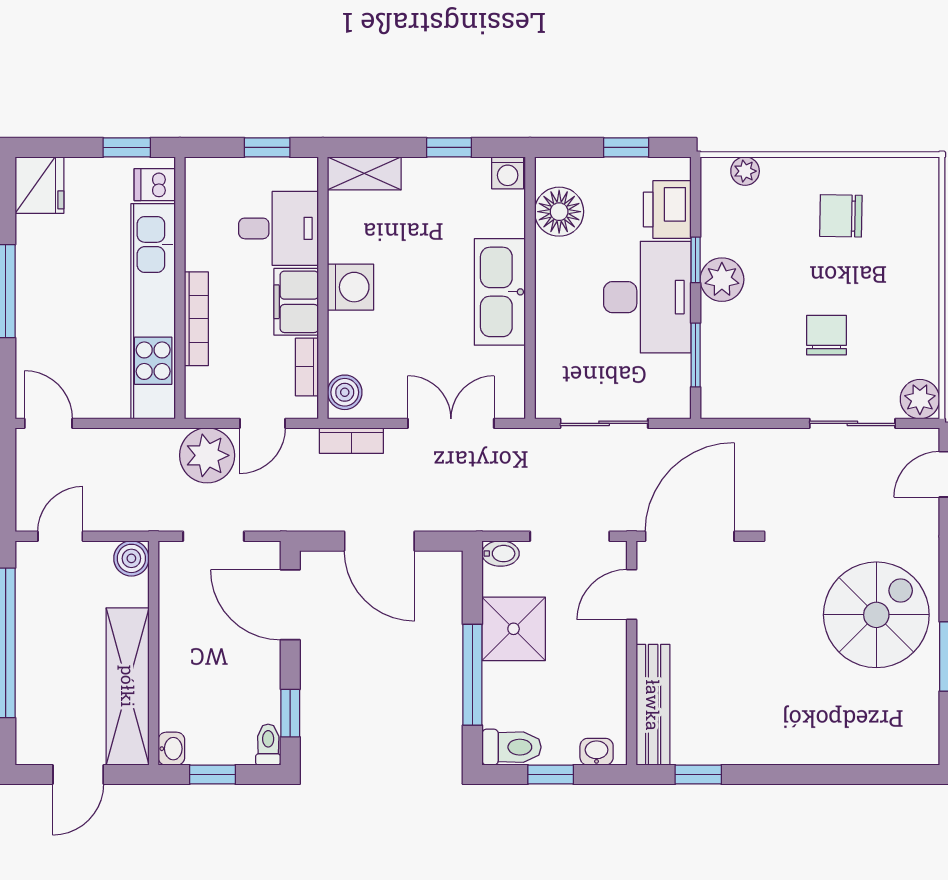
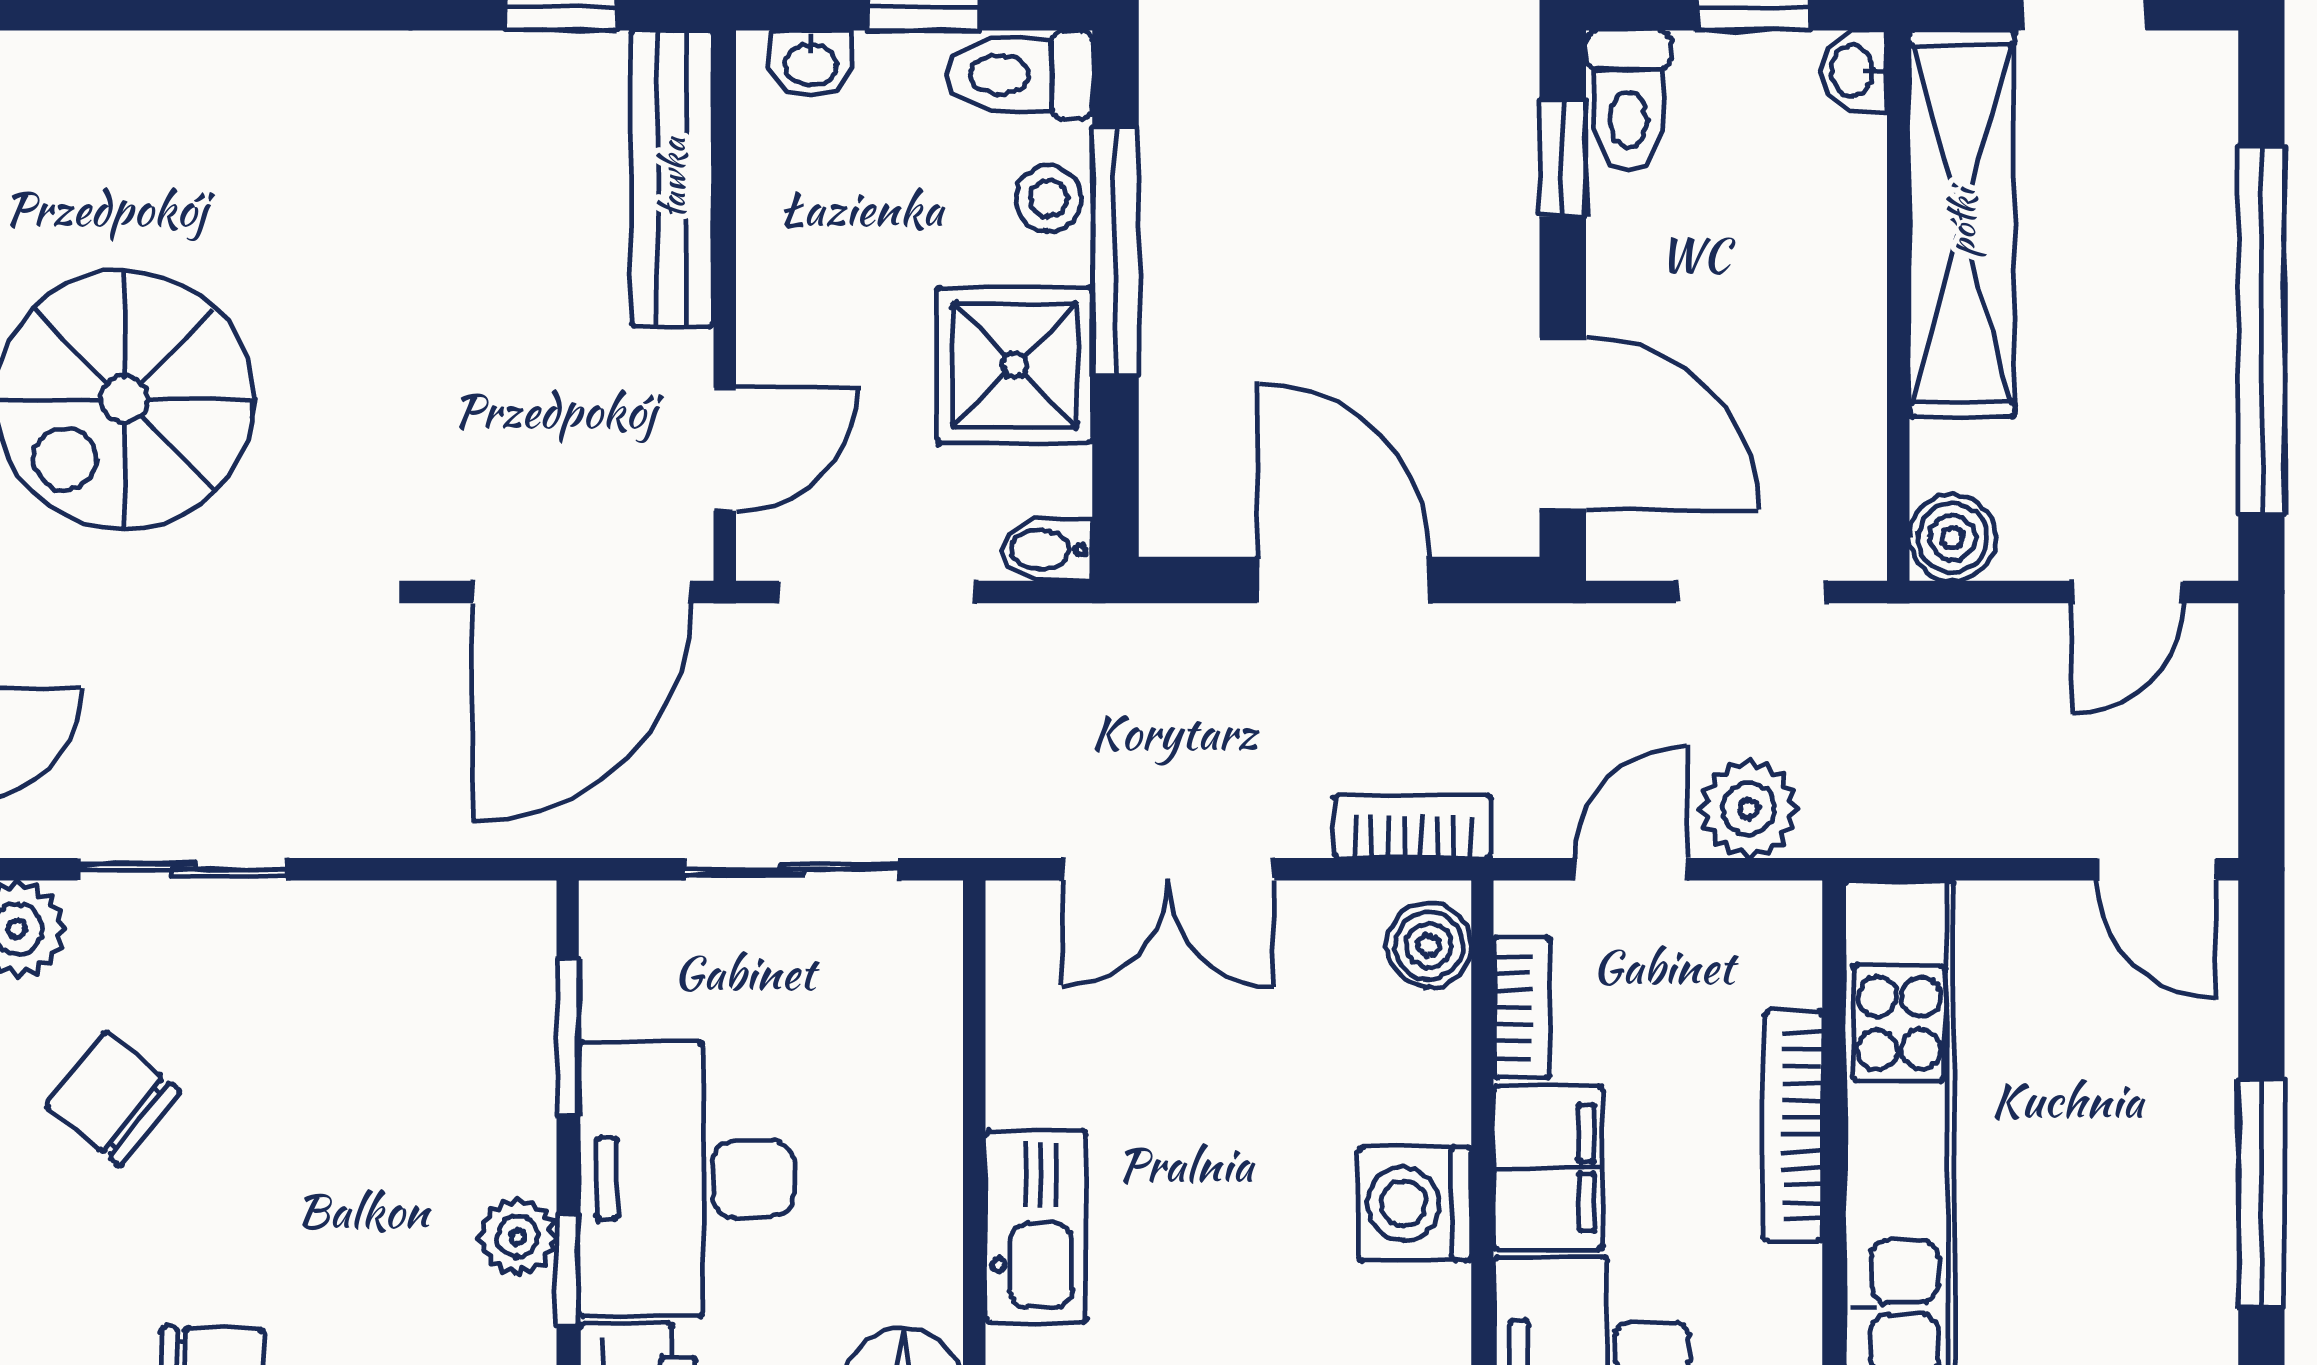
plant: (722, 280) -> (518, 1237), width x0.73, depth x0.73
kitchen sink: (500, 292) -> (1036, 1227), width x0.73, depth x0.81
chair: (827, 335) -> (113, 1099), moved, turned 129
plant: (207, 455) -> (1749, 809), width x0.73, depth x0.73
stool: (500, 697) -> (1049, 198), added
toilet: (268, 745) -> (1628, 100), width x1.37, depth x1.39

